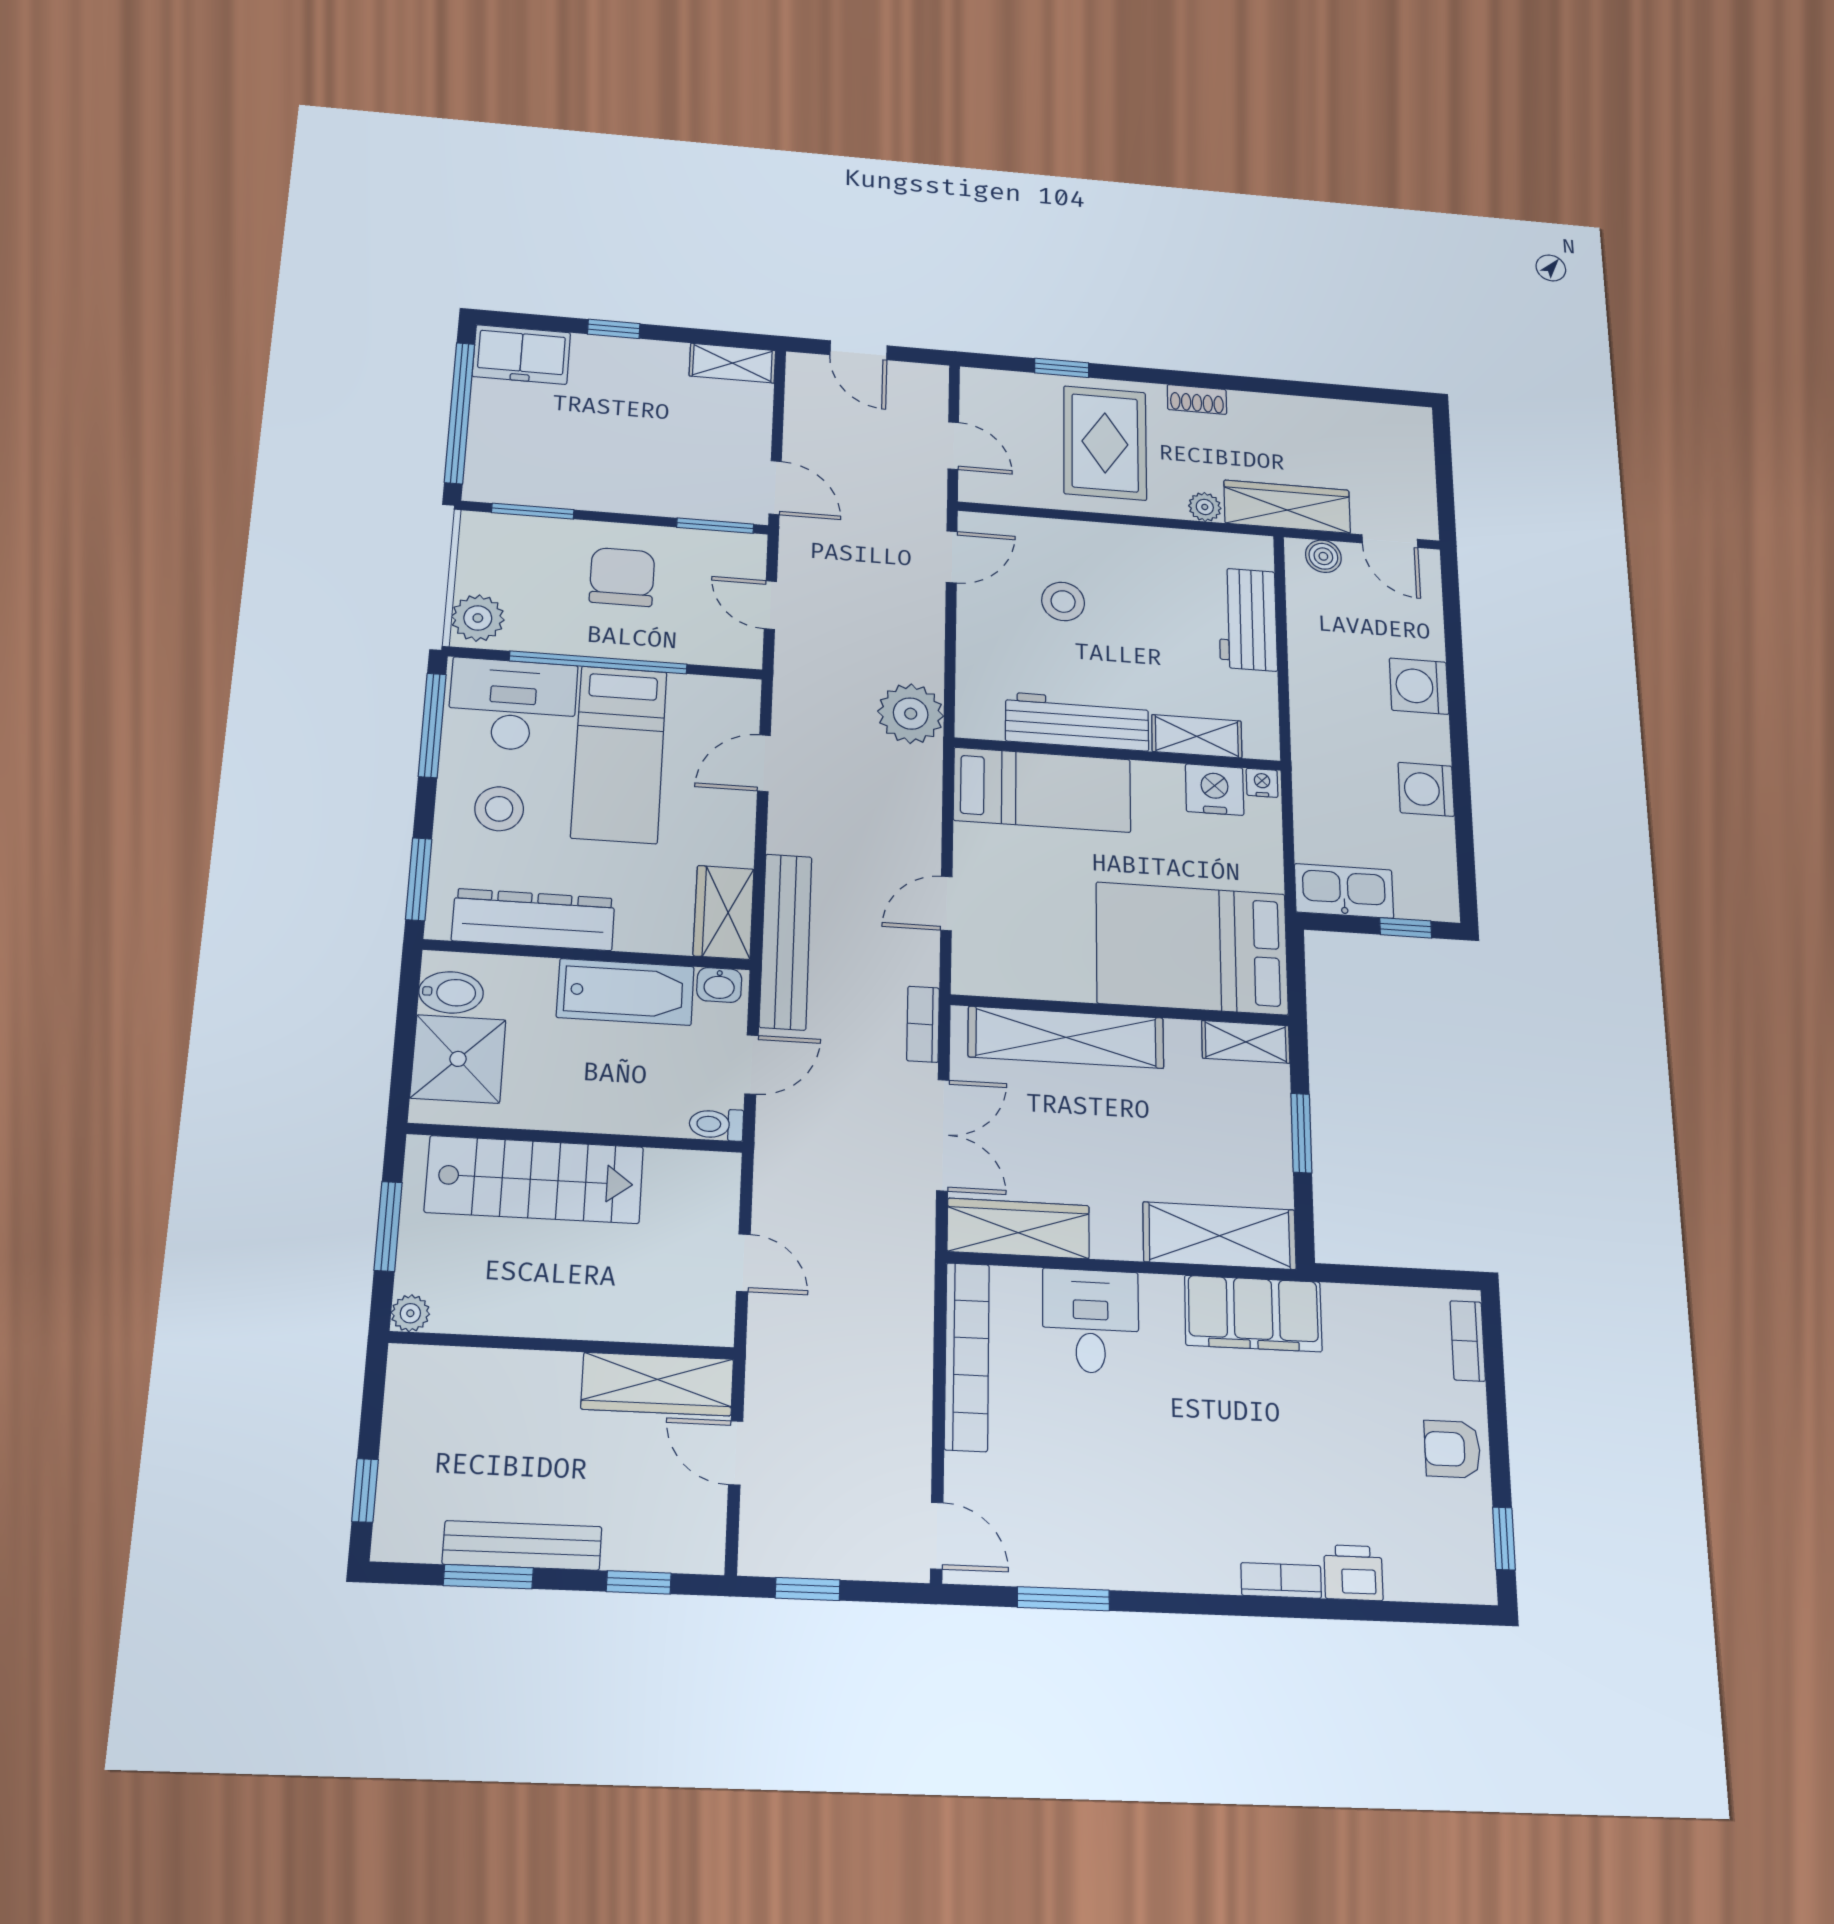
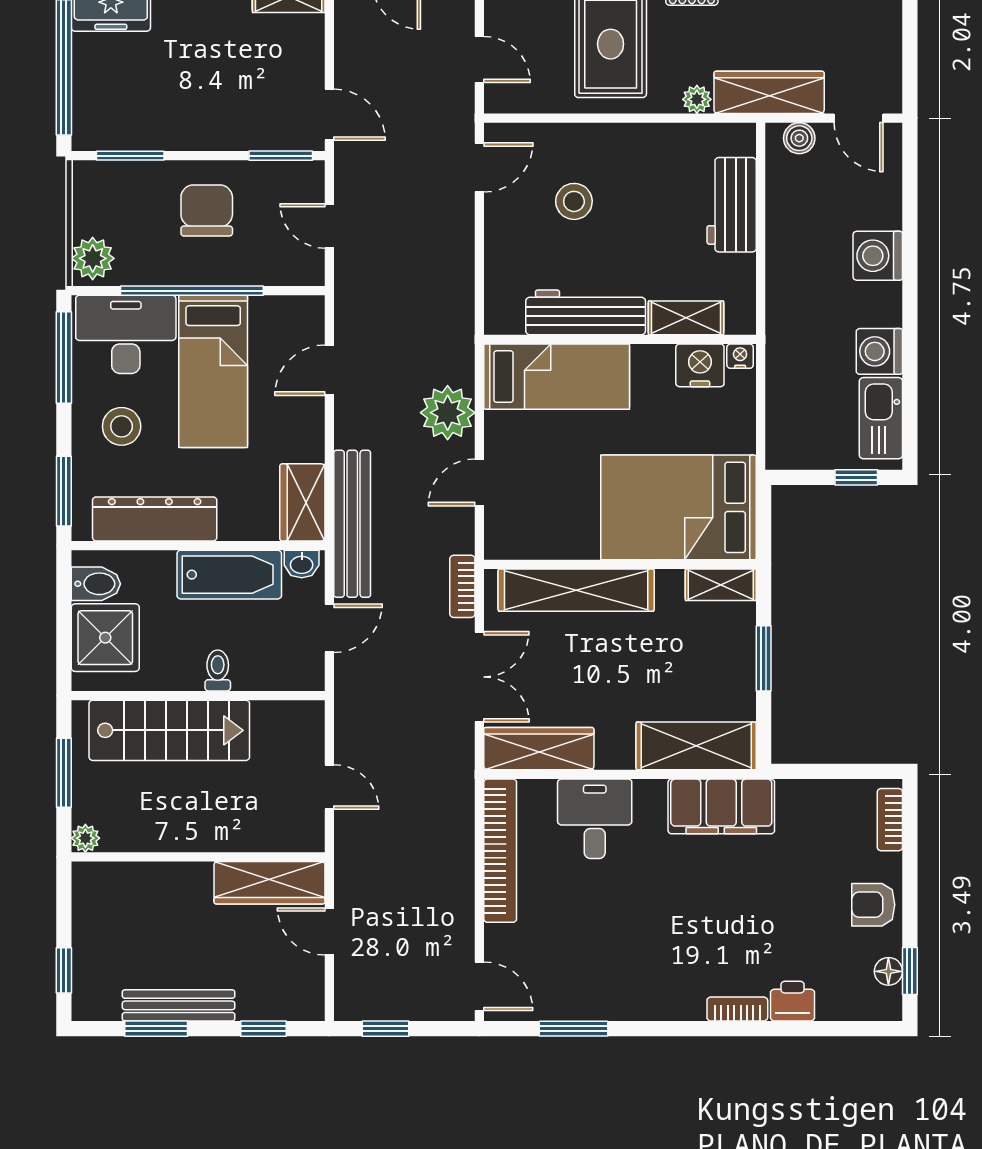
plant: (911, 714) -> (448, 413), moved
kitchen sink: (1344, 891) -> (881, 418), moved, turned -90
toilet: (716, 1124) -> (218, 671), moved, turned 90
floor lamp: (1476, 1538) -> (888, 971), added

